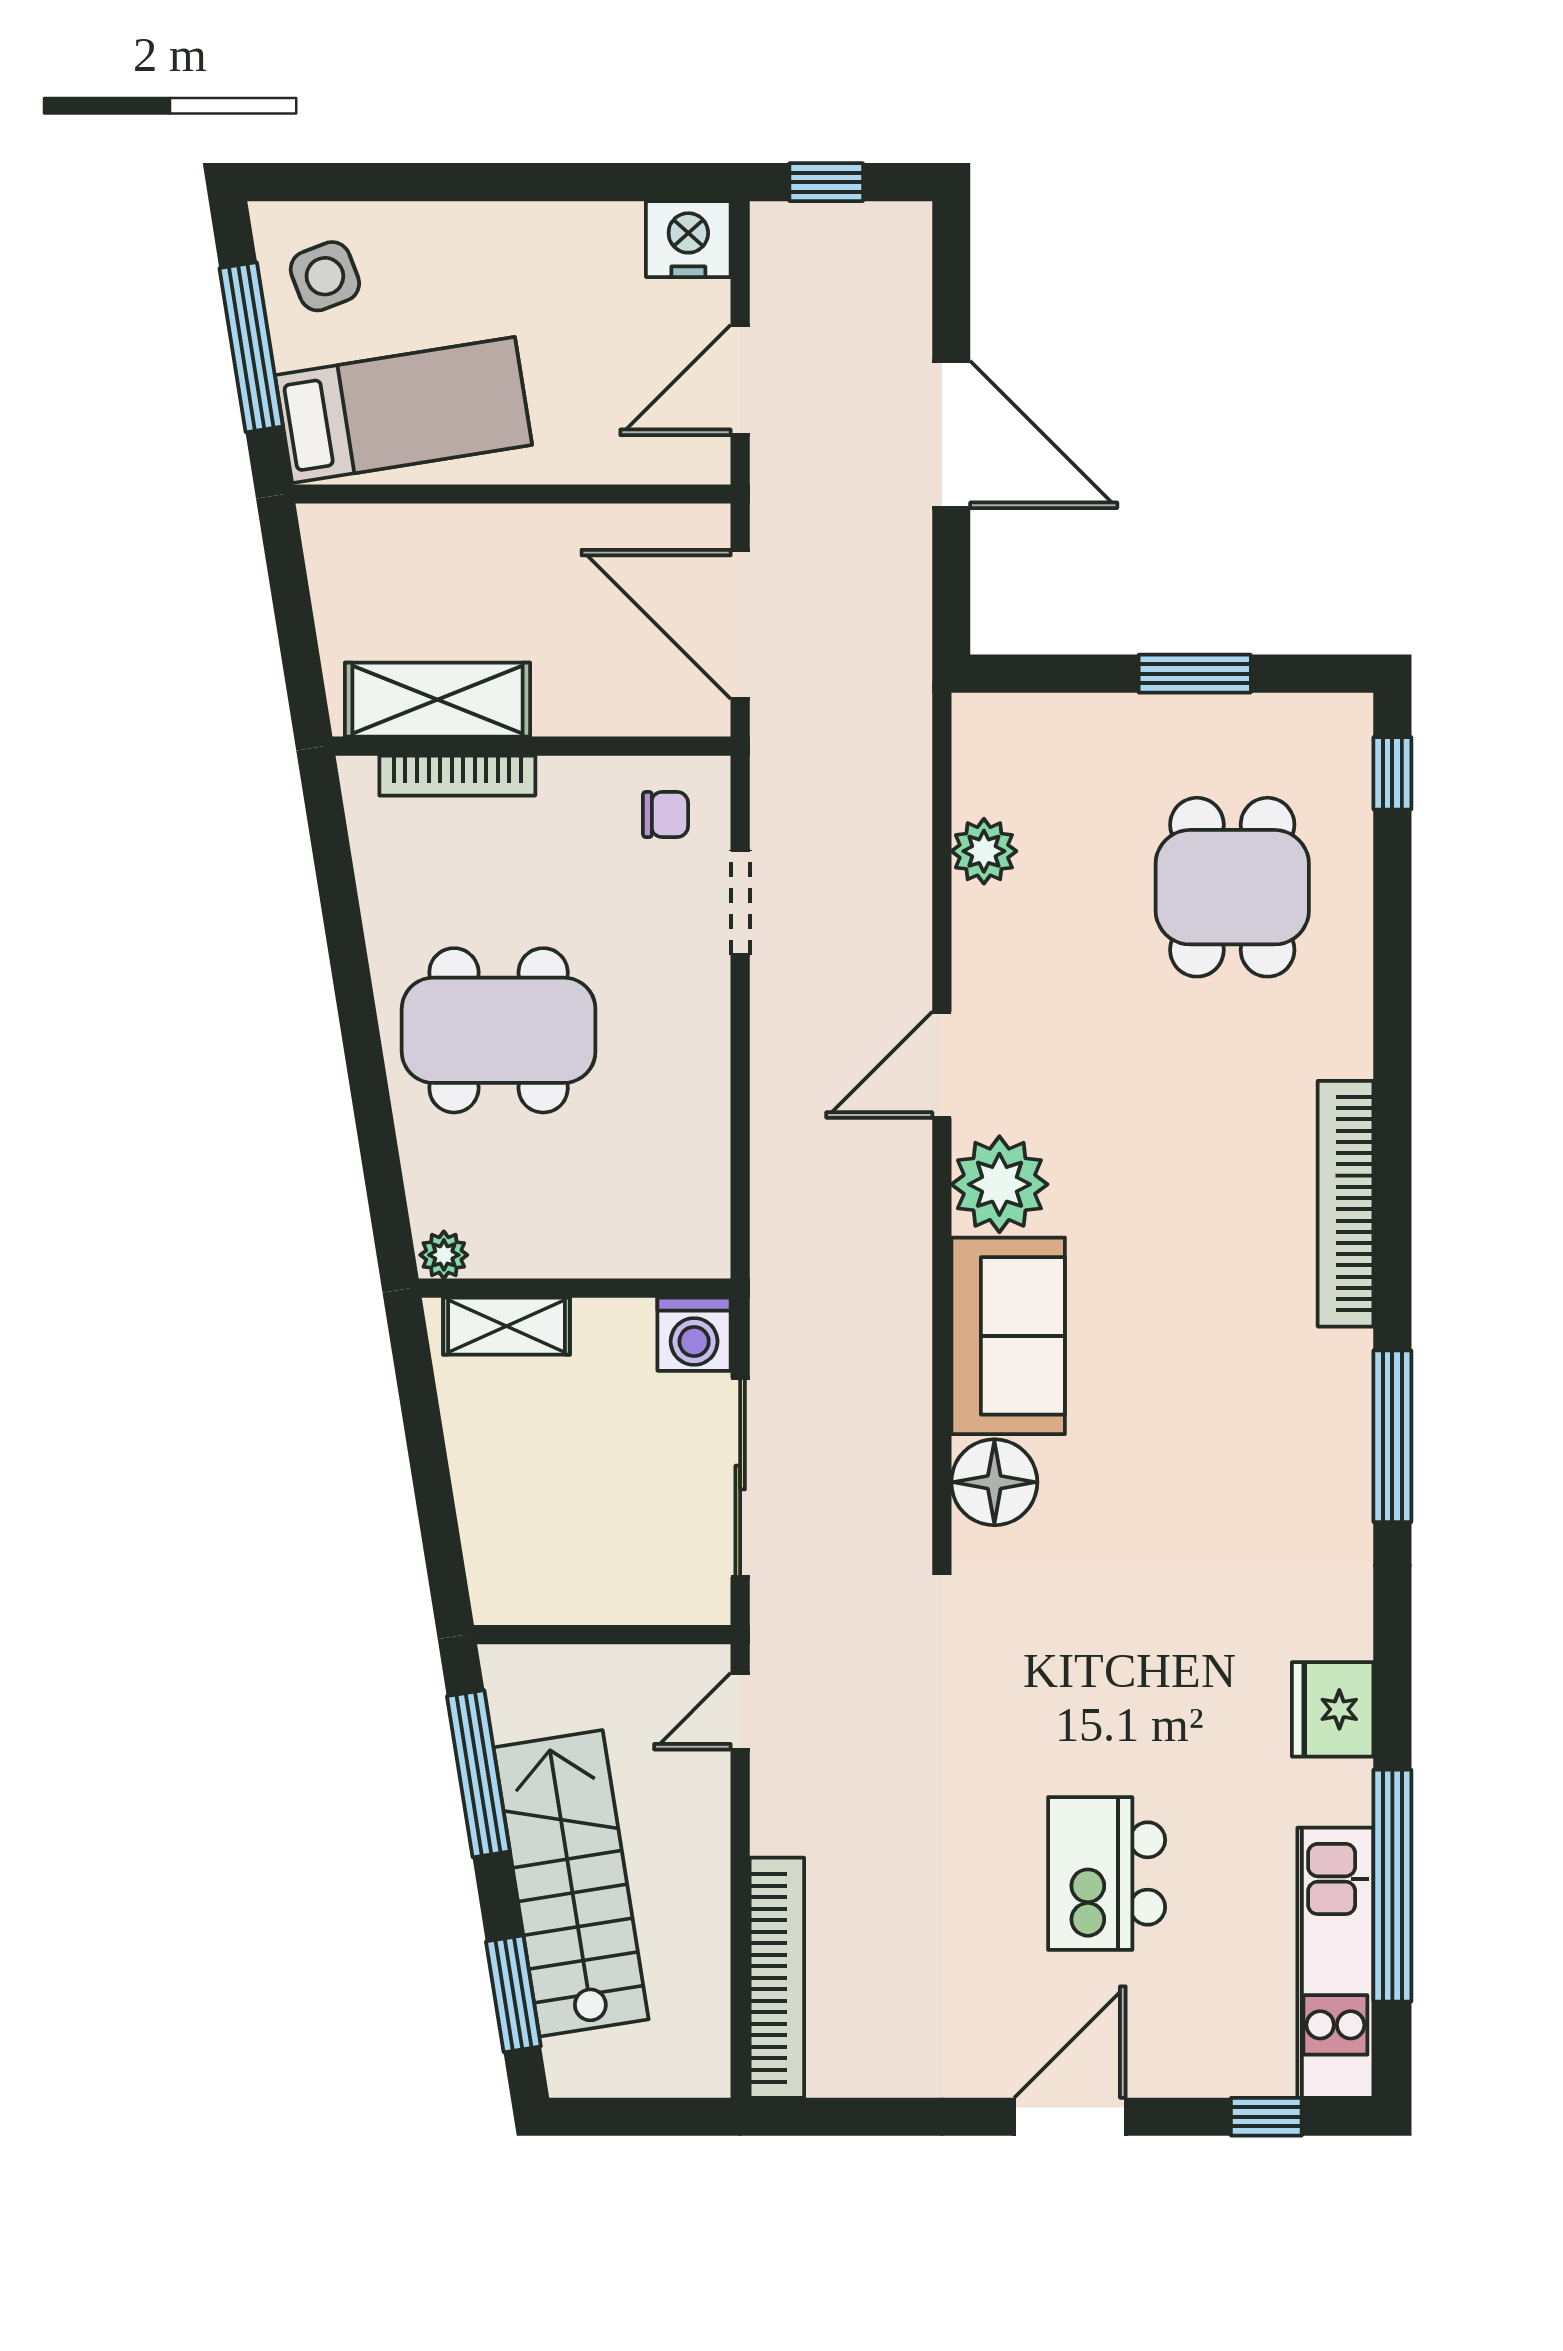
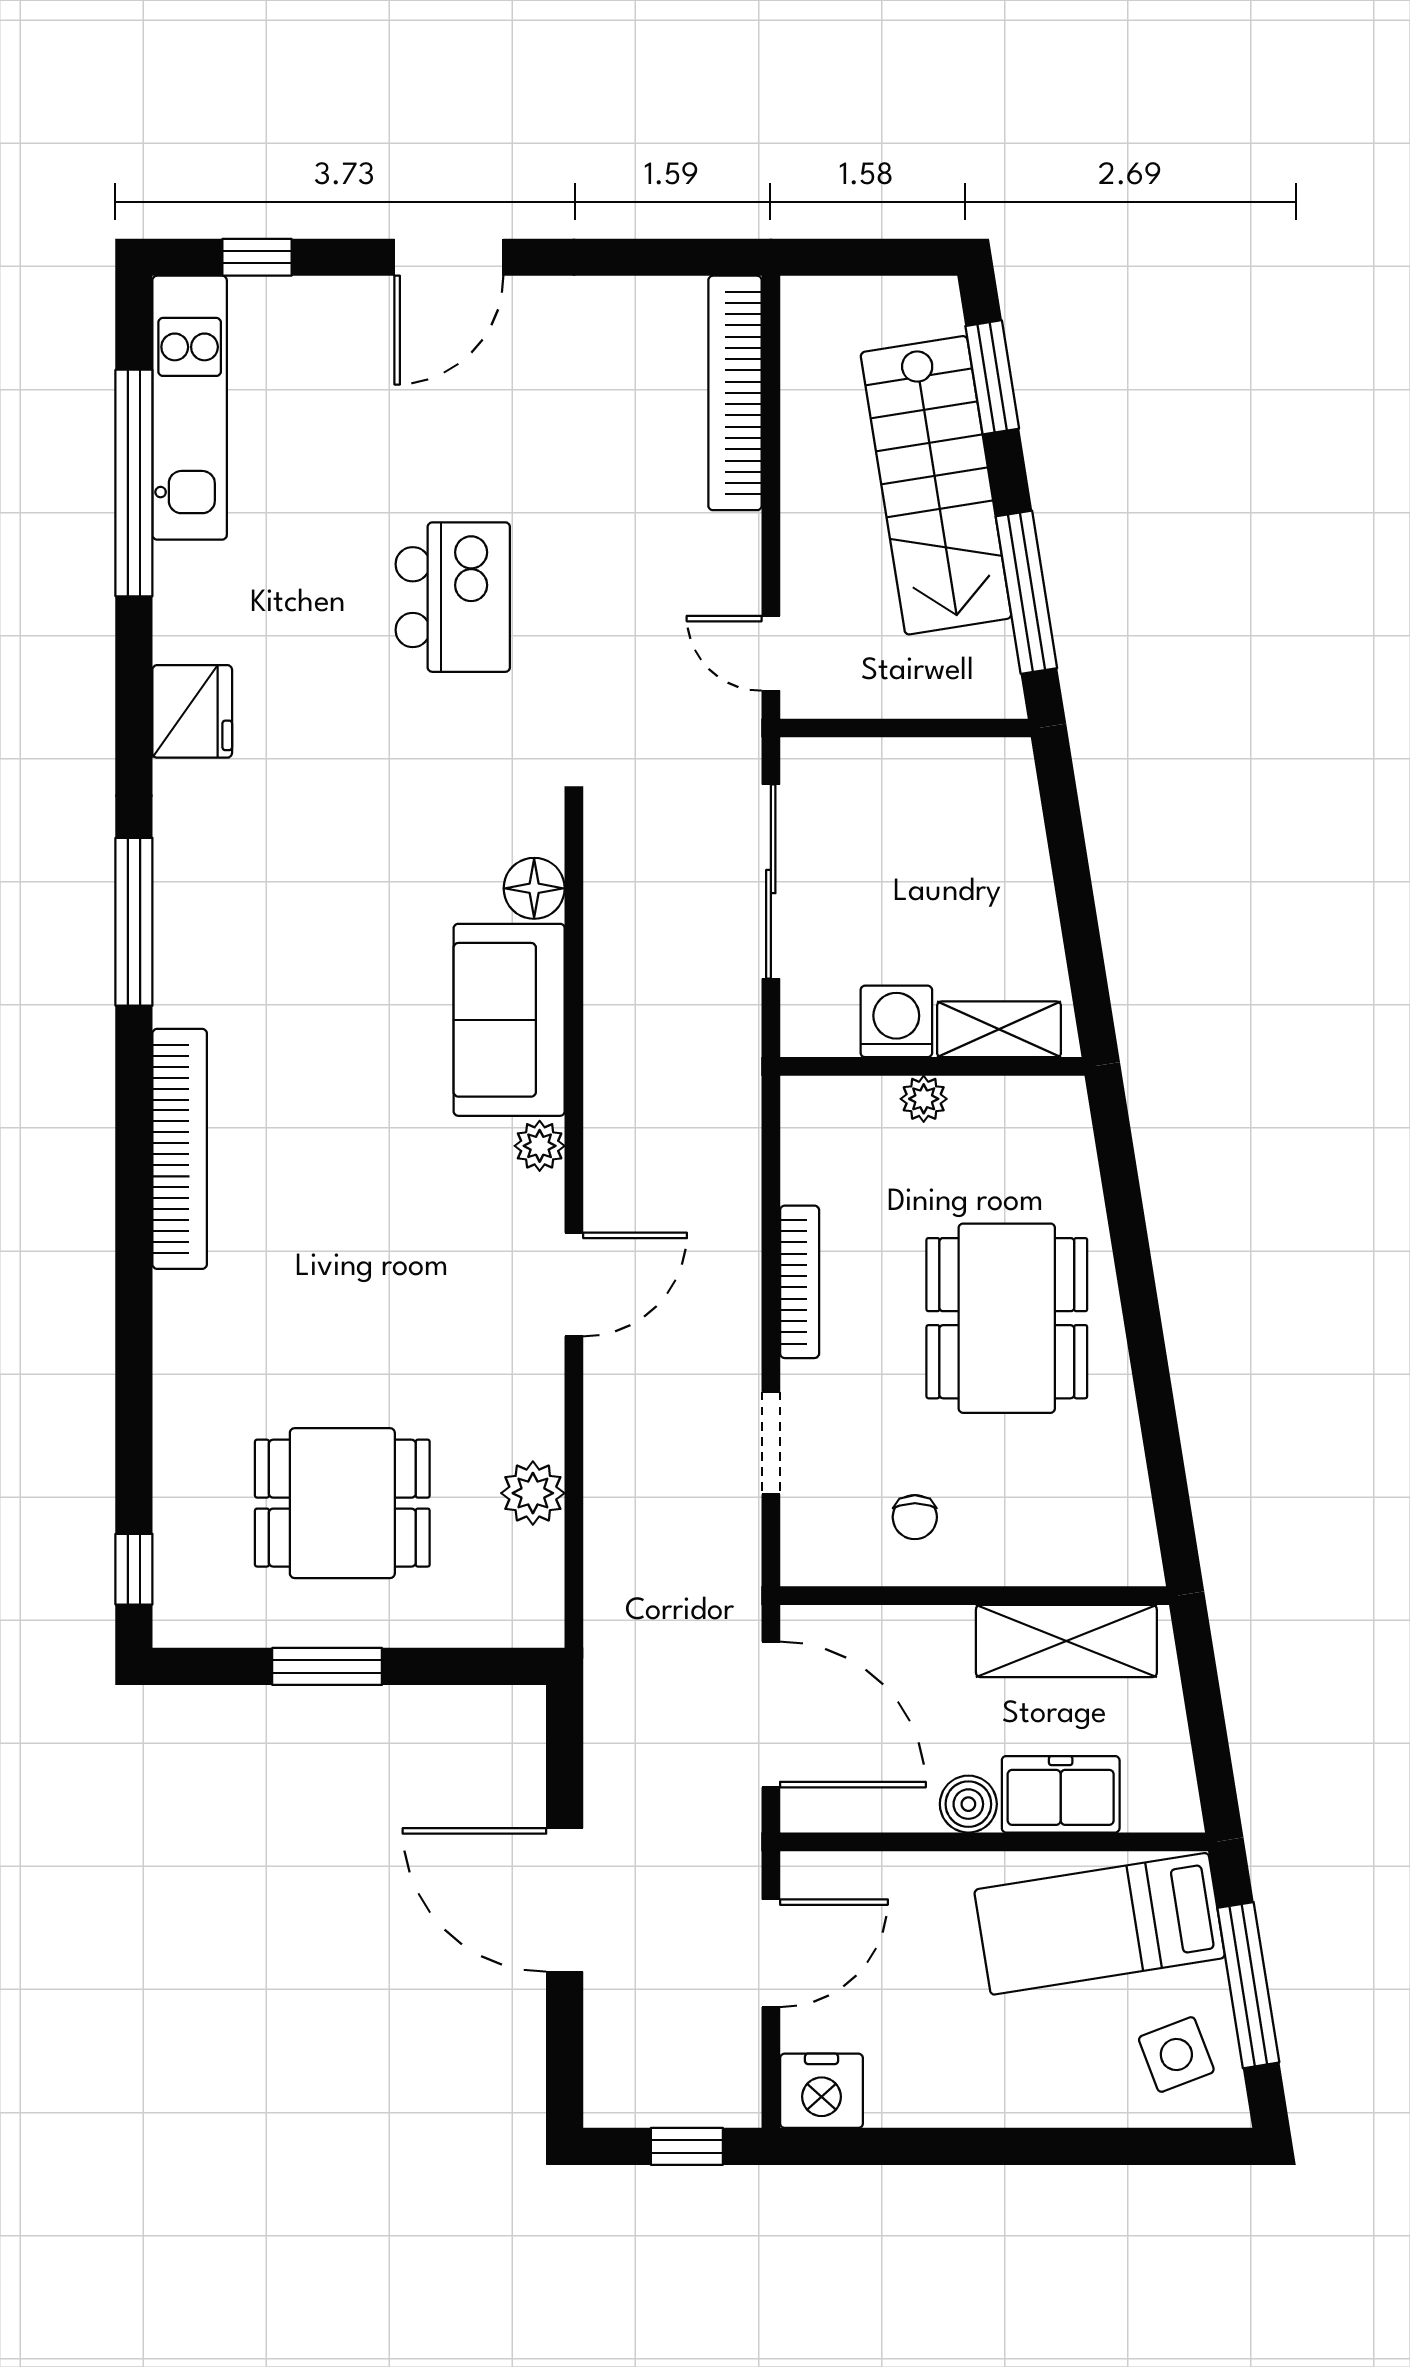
boiler: (538, 533) -> (968, 1804), added
freezer: (443, 543) -> (1061, 1794), added
bookcase: (457, 776) -> (800, 1282), moved, turned 90
chair: (666, 814) -> (915, 1517), moved, turned -90
dining table: (1232, 887) -> (342, 1503), moved, turned 90
dining table: (499, 1030) -> (1007, 1318), turned 90
plant: (999, 1184) -> (540, 1146), width x0.53, depth x0.53
plant: (444, 1255) -> (924, 1099), moved
washing machine: (694, 1334) -> (896, 1021), moved
floor lamp: (994, 1482) -> (534, 888), width x0.73, depth x0.73
fridge: (1333, 1709) -> (192, 711), moved
door: (740, 1711) -> (771, 653), swing flipped
kitchen island: (1107, 1873) -> (453, 597), moved

